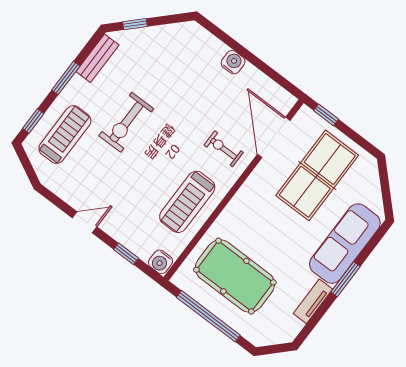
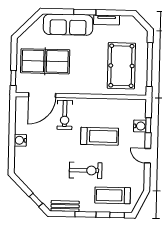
exercise bike: (224, 149) -> (65, 115), width x1.38, depth x1.39
treadmill: (187, 202) -> (100, 136), moved
water cooler: (161, 262) -> (140, 126), moved

